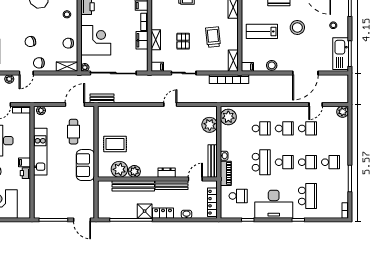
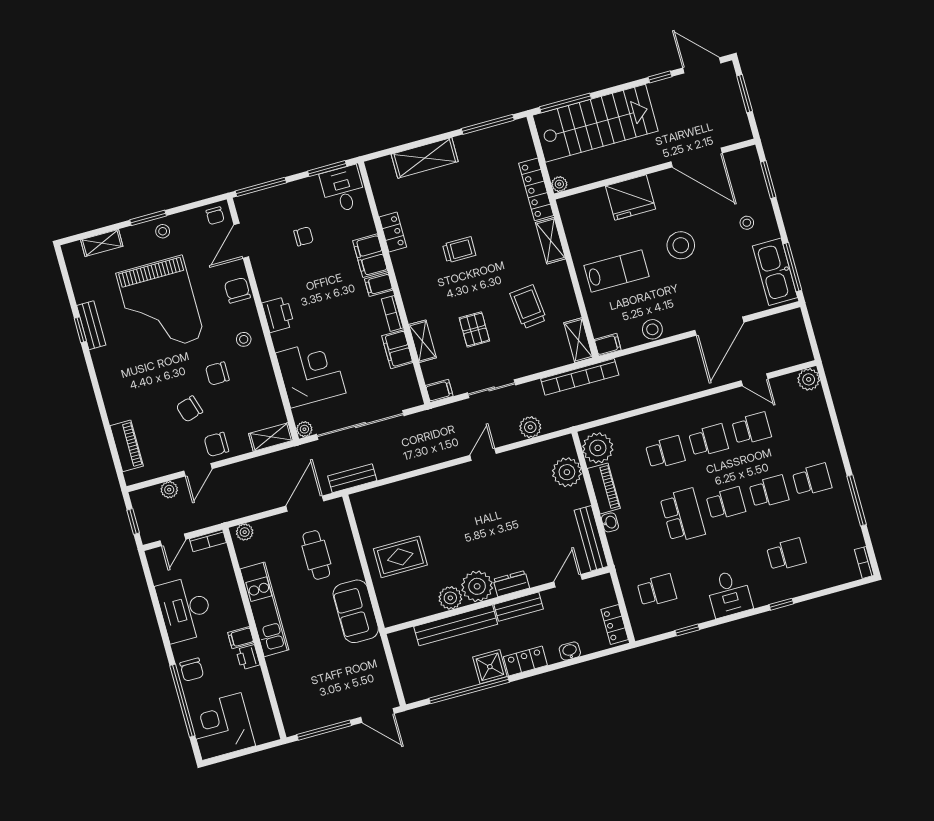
lab bench: (262, 31) -> (617, 271), turned 180
chair: (68, 43) -> (217, 374), moved
plant: (198, 97) -> (530, 427), added
door: (316, 104) -> (754, 380), hinge flipped
plant: (119, 169) -> (477, 586), moved
piano: (226, 173) -> (604, 488), moved
bench: (171, 185) -> (519, 607), width x0.73
school desk: (307, 196) -> (786, 555), width x0.54
locker: (212, 202) -> (615, 625), width x0.66
desk: (274, 204) -> (729, 593), width x0.53, depth x0.77

